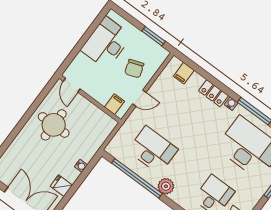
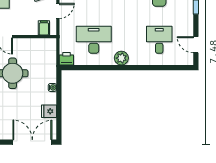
printer: (114, 149) -> (66, 59), added
window: (137, 178) -> (97, 68), removed

